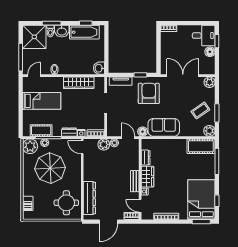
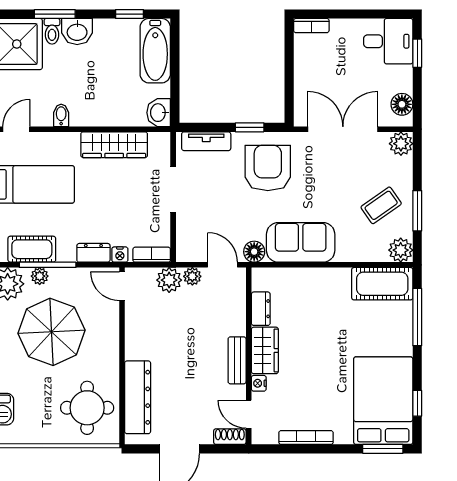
bathtub: (84, 32) -> (155, 51), moved, turned 90
floor lamp: (210, 52) -> (402, 104), moved

